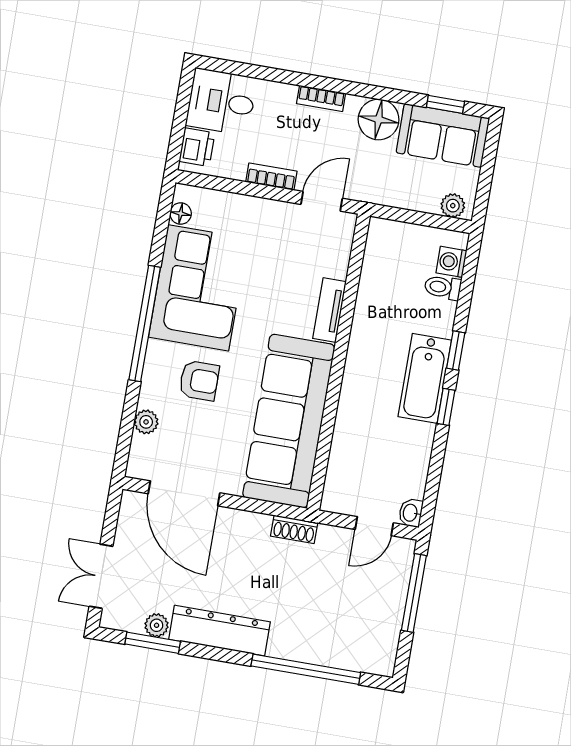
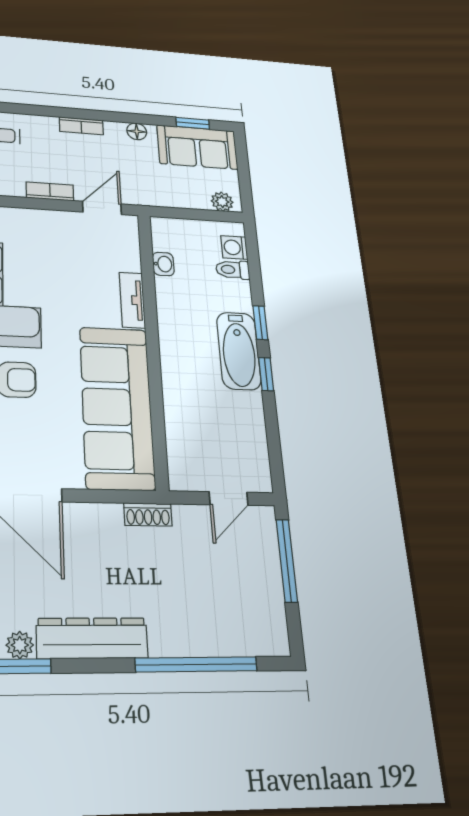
floor lamp: (379, 119) -> (137, 131), width x0.53, depth x0.53
washbasin: (411, 513) -> (163, 264), moved, turned 180

